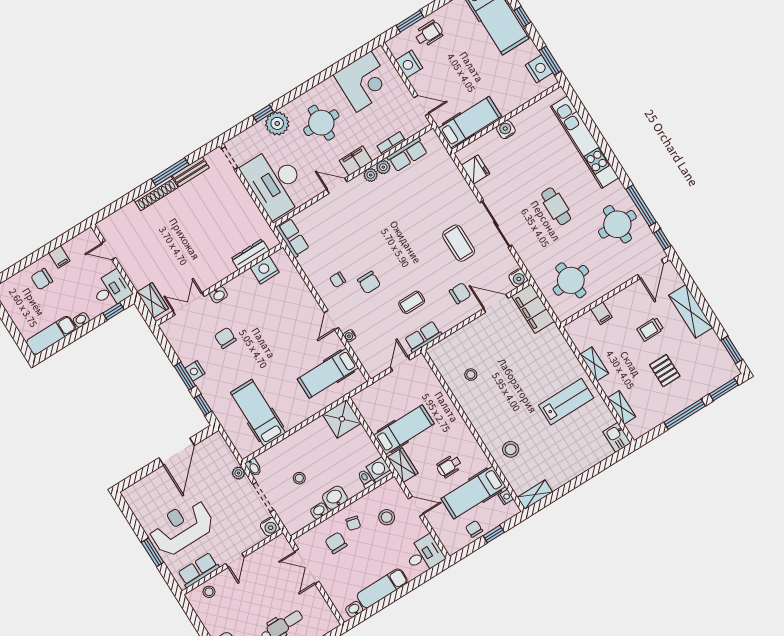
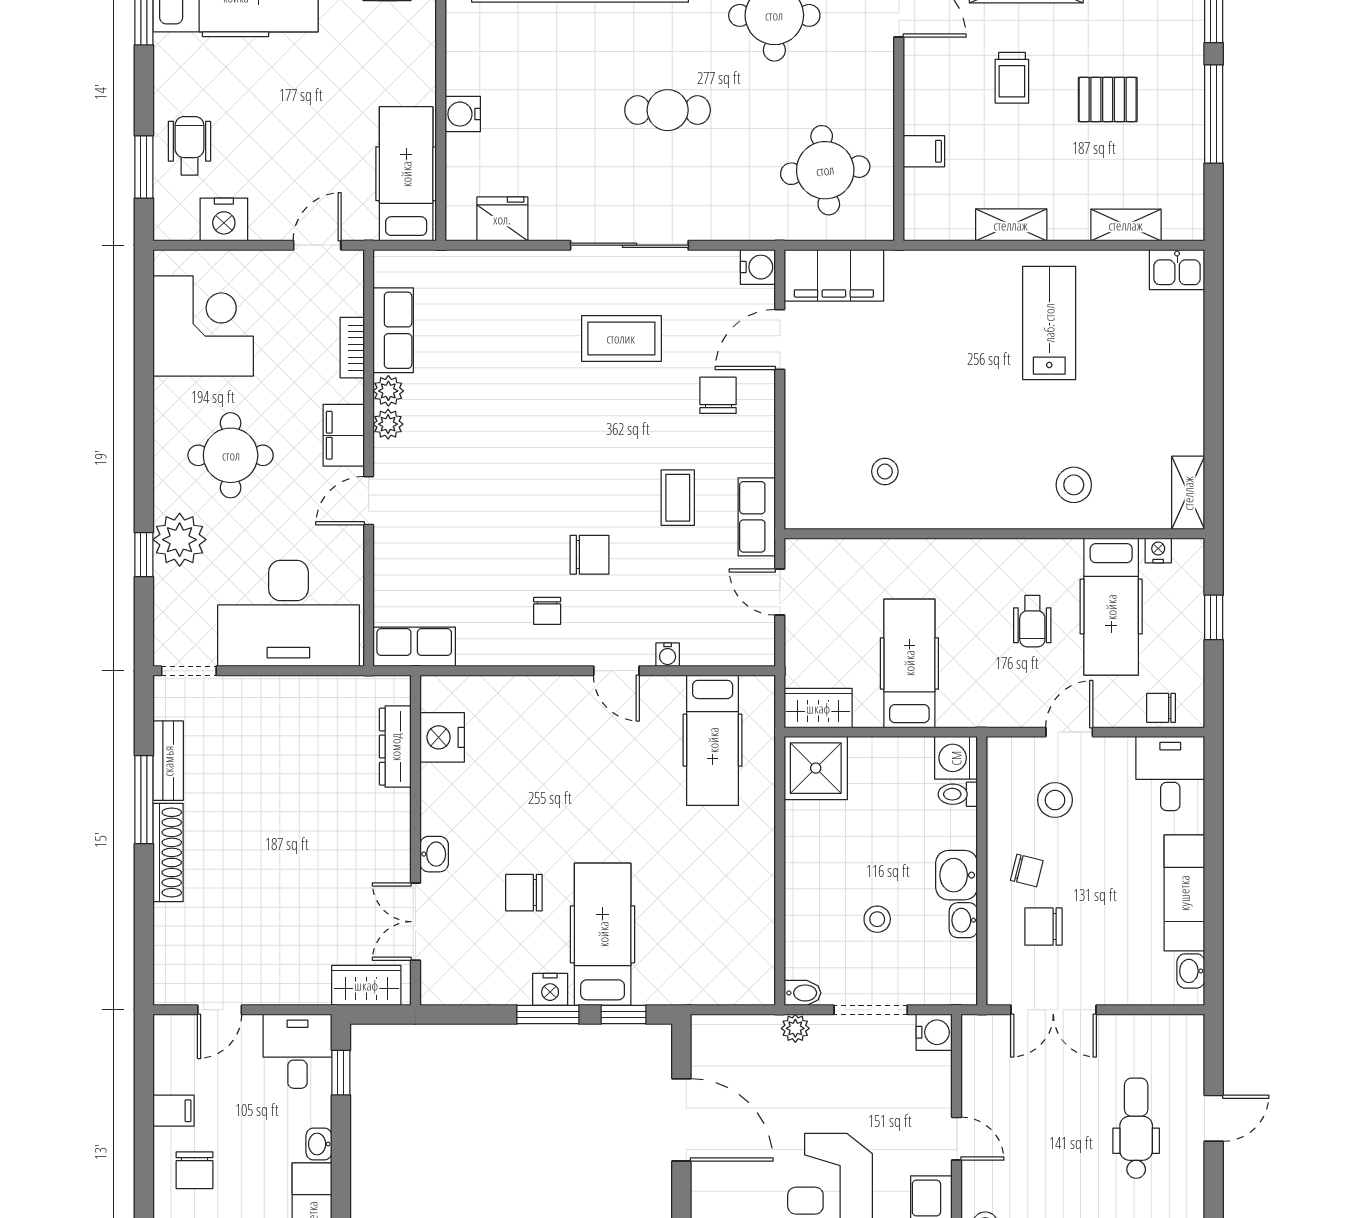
hospital bed: (258, 413) -> (603, 934), moved, turned 90
wardrobe: (403, 465) -> (818, 708), moved
chair: (474, 529) -> (1161, 708), moved

